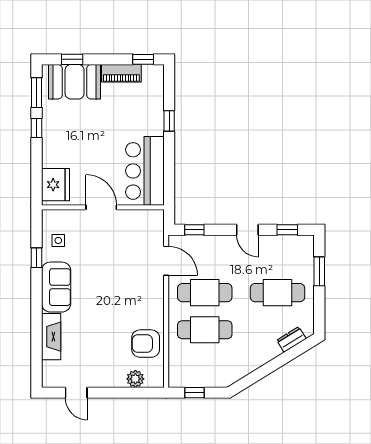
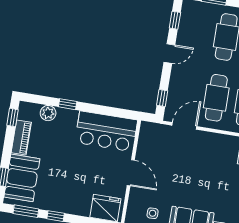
plant: (155, 100) -> (48, 113), added
door: (101, 207) -> (131, 173), swing flipped

